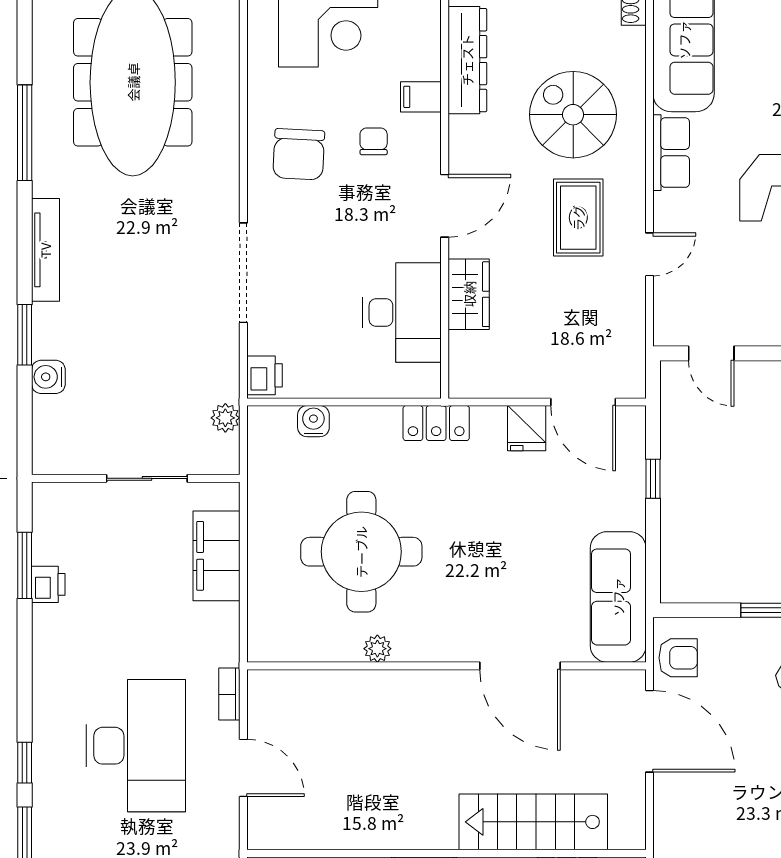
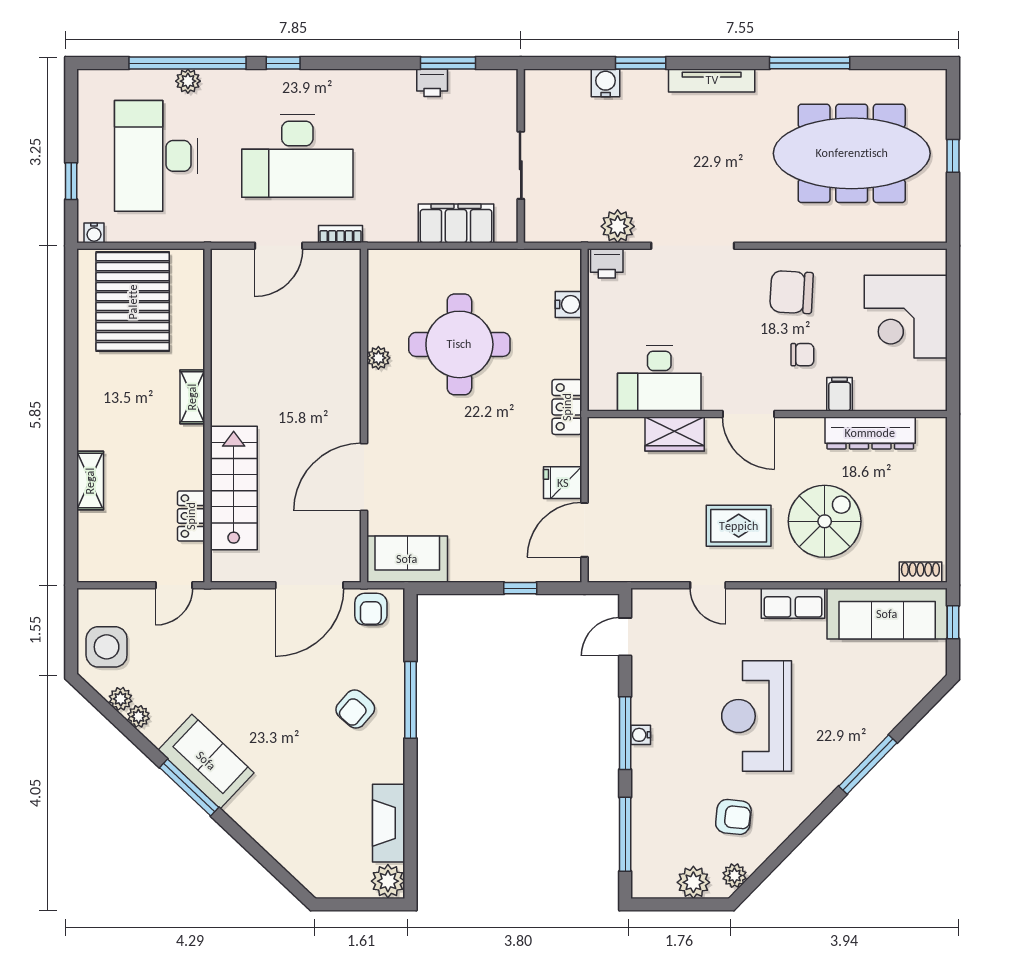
plant: (225, 418) -> (618, 226), moved, width x1.38, depth x1.38
sofa: (618, 597) -> (407, 559), width x0.73

